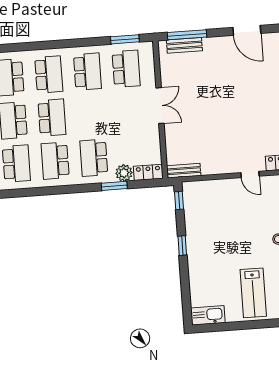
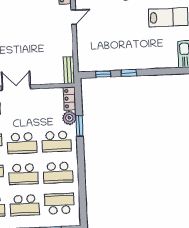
school desk: (91, 115) -> (22, 143), added
school desk: (52, 118) -> (23, 174), turned 180
window: (179, 200) -> (103, 74), moved

